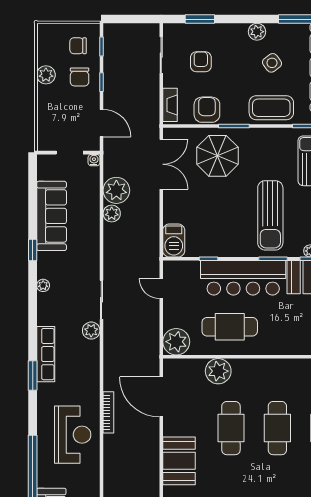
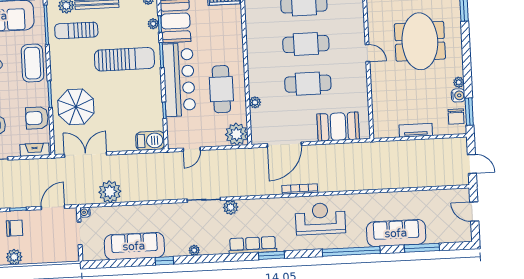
plant: (112, 213) -> (130, 195), removed
plant: (218, 371) -> (255, 102), width x0.53, depth x0.53

